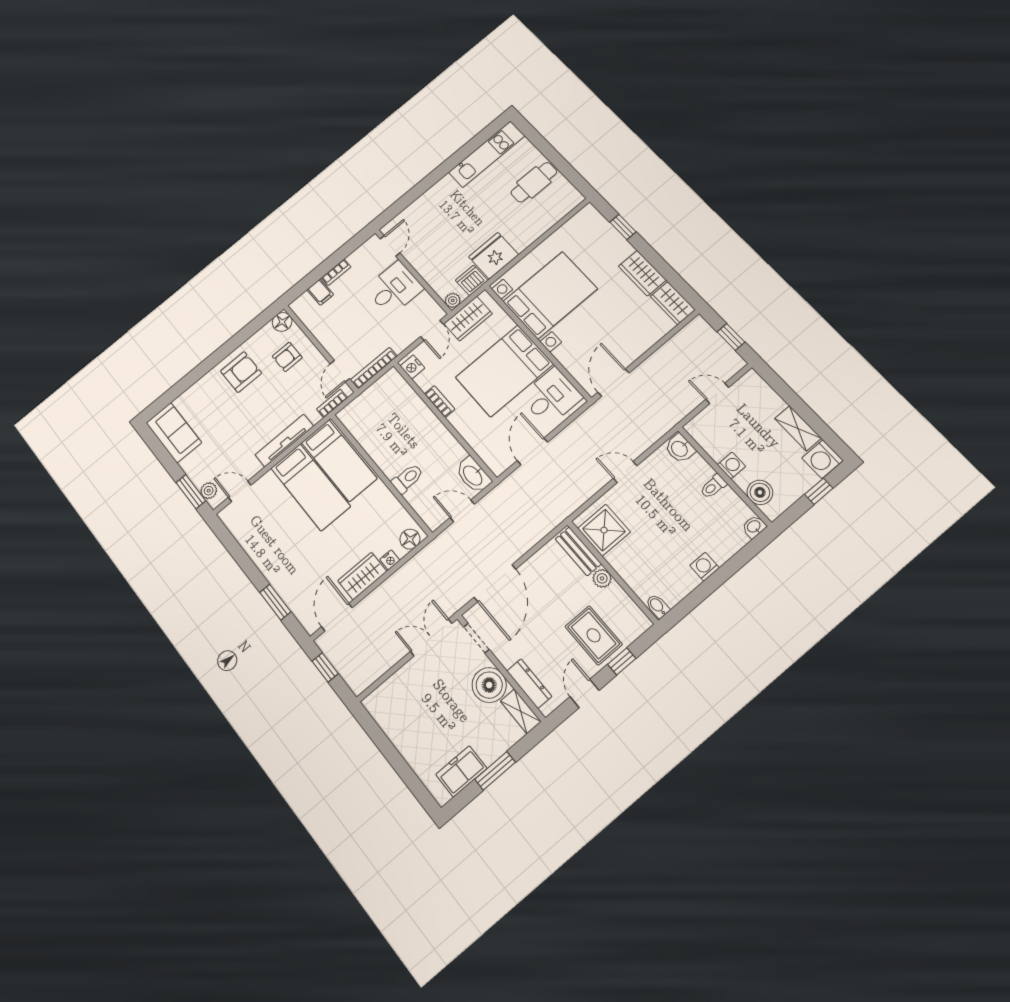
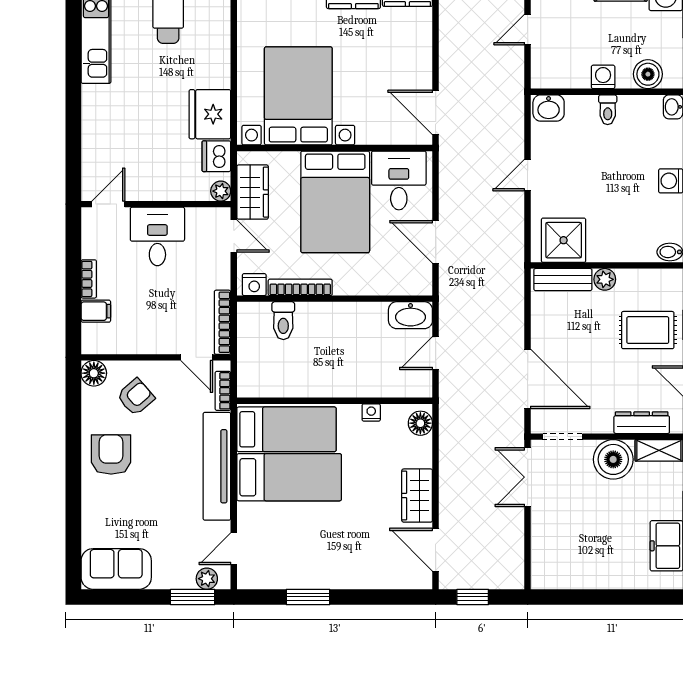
door: (390, 246) -> (108, 204), hinge flipped
armchair: (287, 357) -> (136, 397), turned -131
bookcase: (440, 402) -> (300, 287), width x1.56
tv unit: (284, 440) -> (217, 466), width x1.36, depth x1.29
toilet: (407, 479) -> (283, 321), moved, turned 180
nightstand: (390, 560) -> (371, 413), moved, turned -90
window: (275, 602) -> (308, 597), moved

